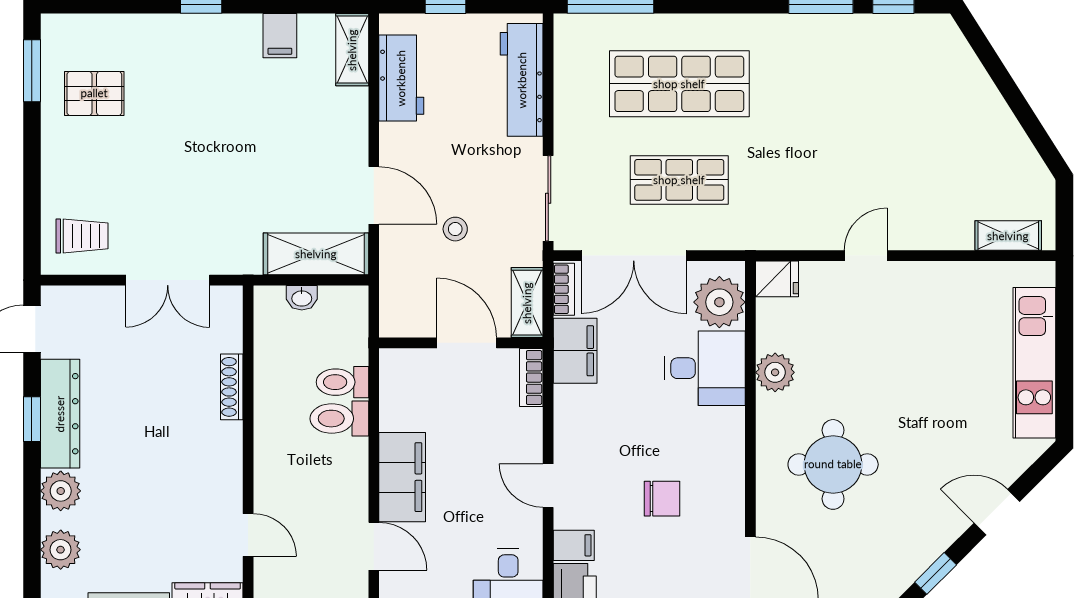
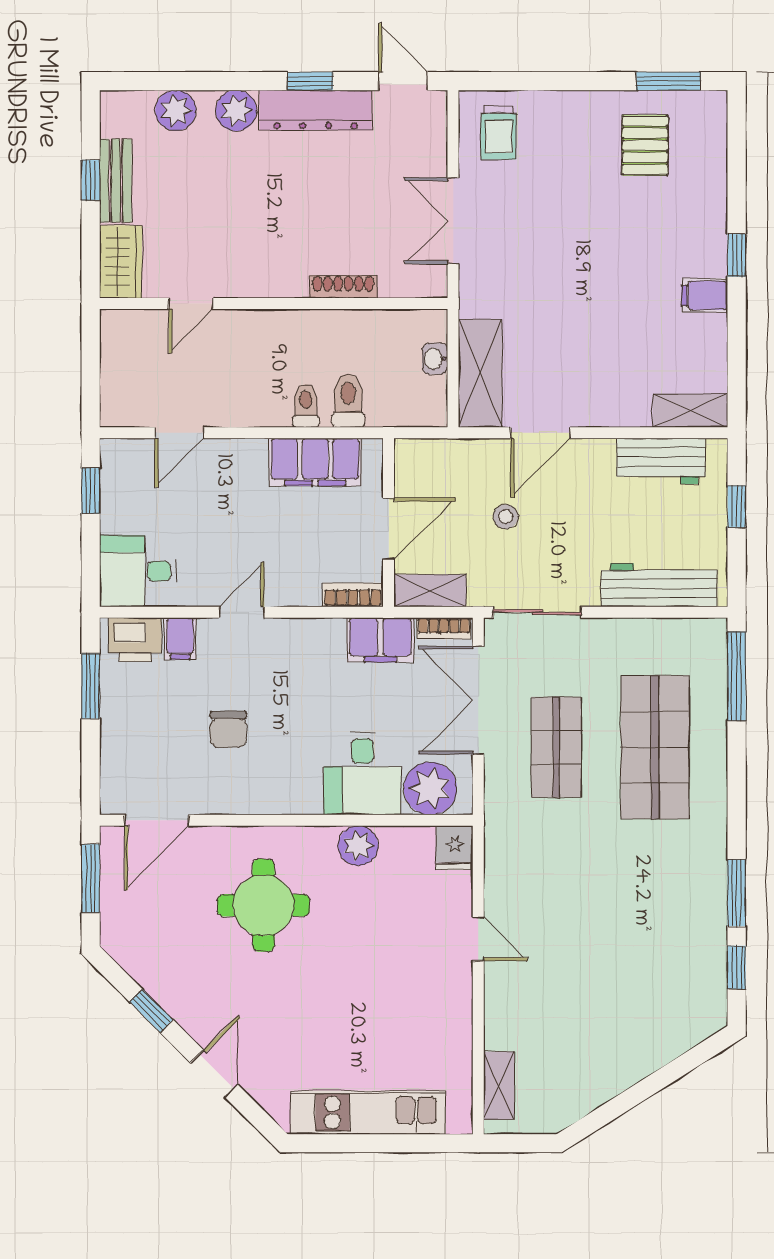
filing cabinet: (280, 36) -> (705, 295), moved
toilet: (339, 419) -> (306, 406), width x0.73, depth x0.72
filing cabinet: (402, 477) -> (315, 462), moved

